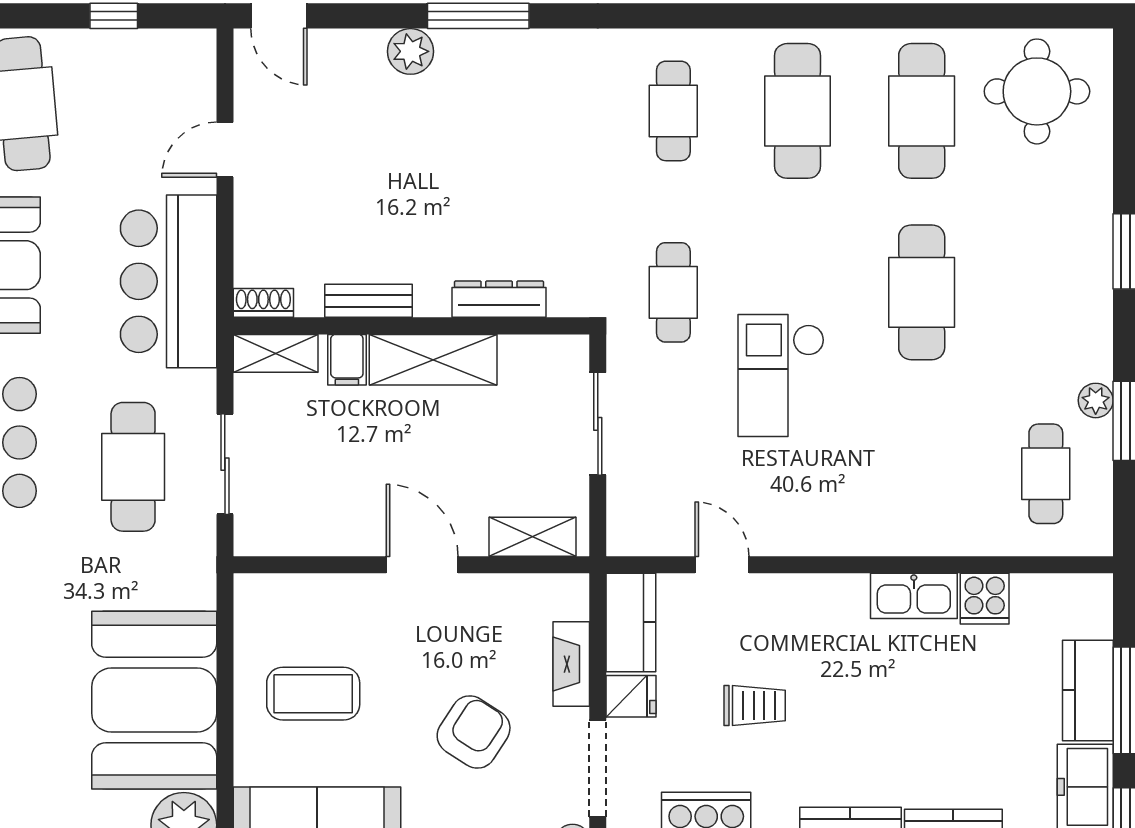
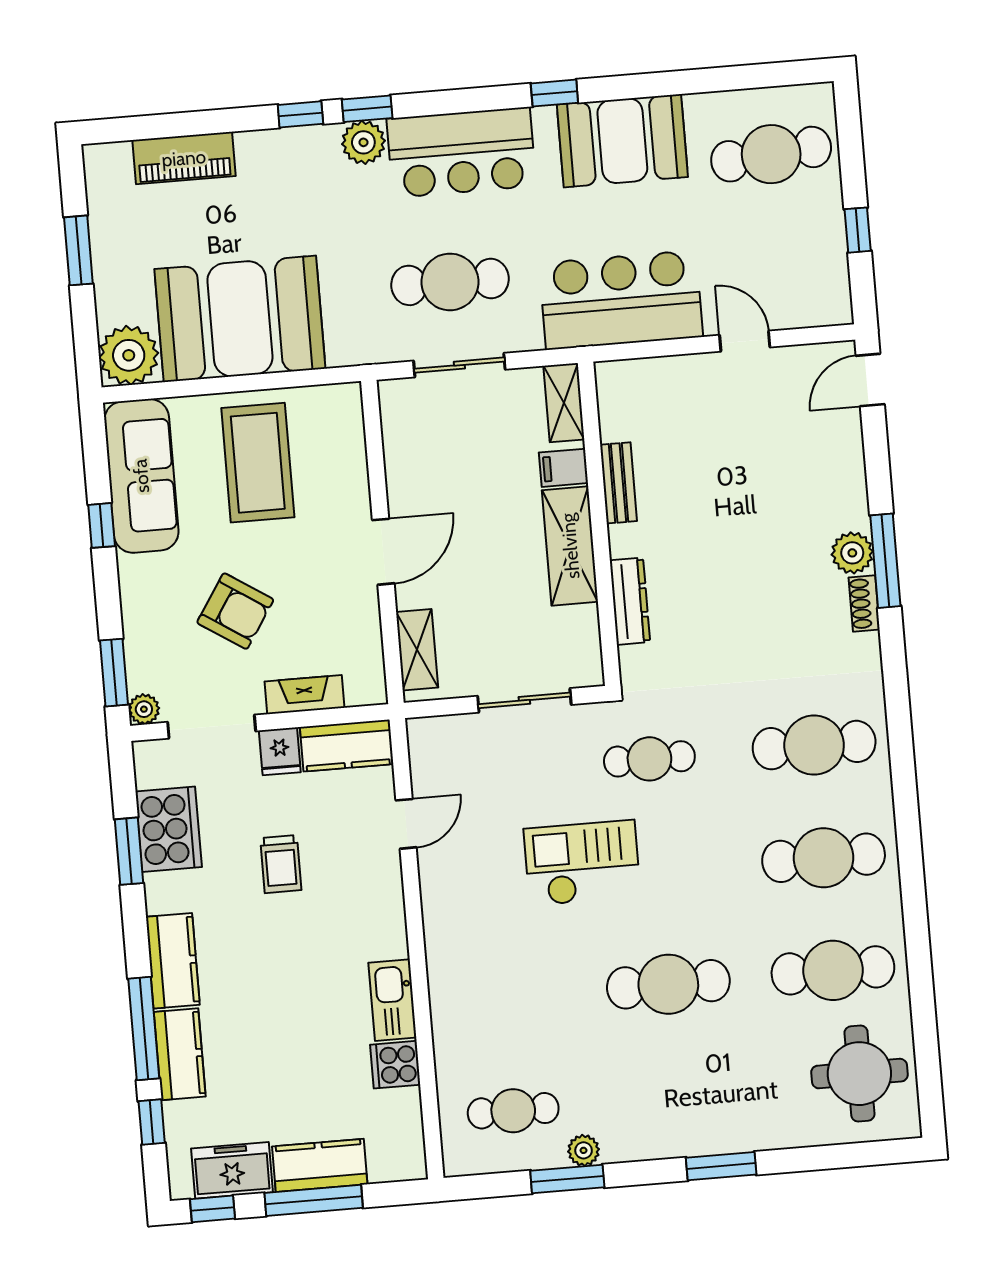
plant: (410, 51) -> (852, 553), moved
cafe table: (673, 111) -> (814, 745), width x1.37, depth x1.35
shoe rack: (263, 303) -> (864, 603), moved, turned 180
coffee table: (313, 694) -> (258, 463), width x1.36, depth x1.32

